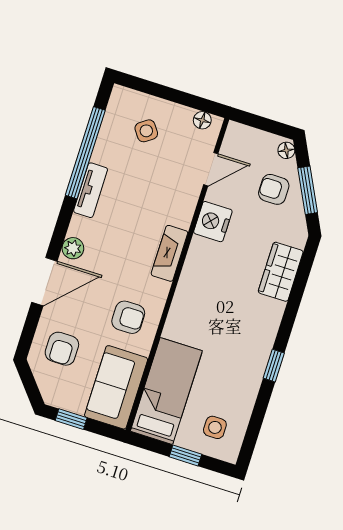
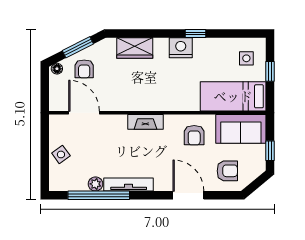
floor lamp: (202, 120) -> (55, 128), removed
side table: (146, 131) -> (61, 154), moved
door: (211, 169) -> (84, 113), width x1.38
tv unit: (91, 190) -> (129, 184), width x1.41
nightstand: (213, 222) -> (181, 48), moved, turned 180
plant: (73, 248) -> (95, 184), moved
armchair: (128, 317) -> (194, 135), turned 180

